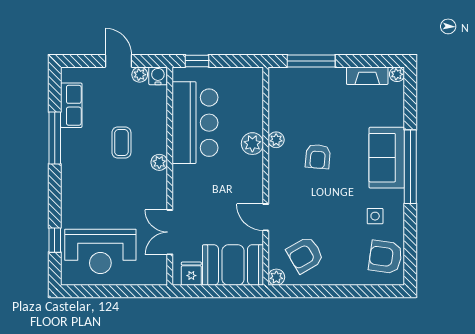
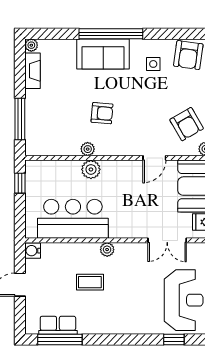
window: (197, 61) -> (20, 183), moved
plant: (140, 75) -> (32, 266), removed
window: (55, 138) -> (60, 339), moved

